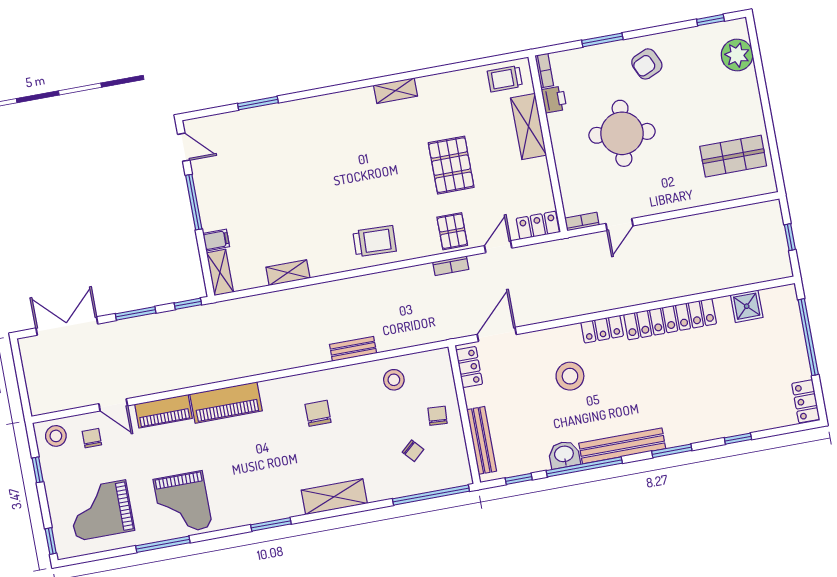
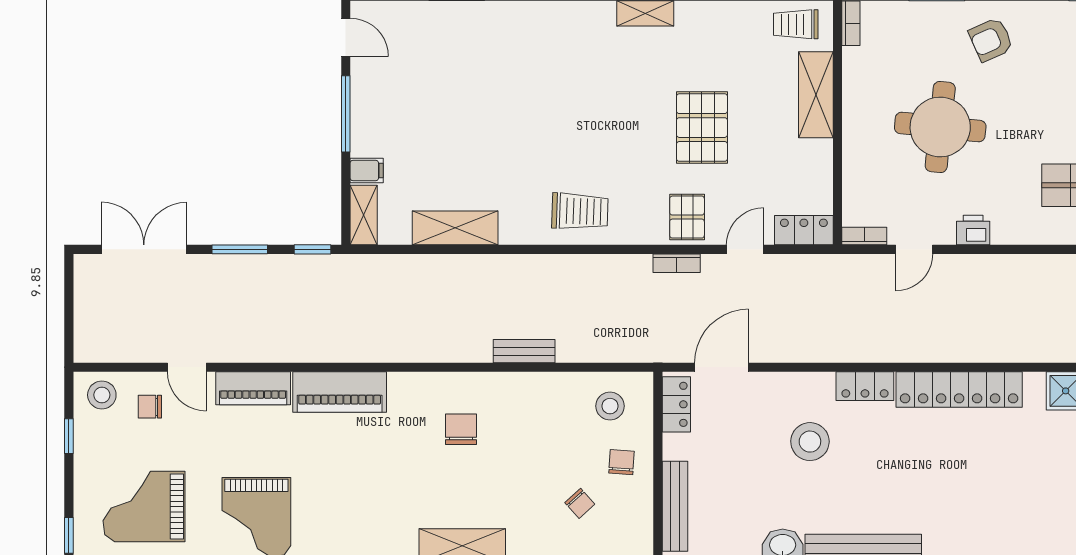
printer: (554, 99) -> (973, 230), moved, turned -90
shelving: (288, 273) -> (455, 228), width x1.50, depth x1.33
stool: (394, 380) -> (610, 406), moved
chair: (92, 438) -> (150, 407), turned -90

